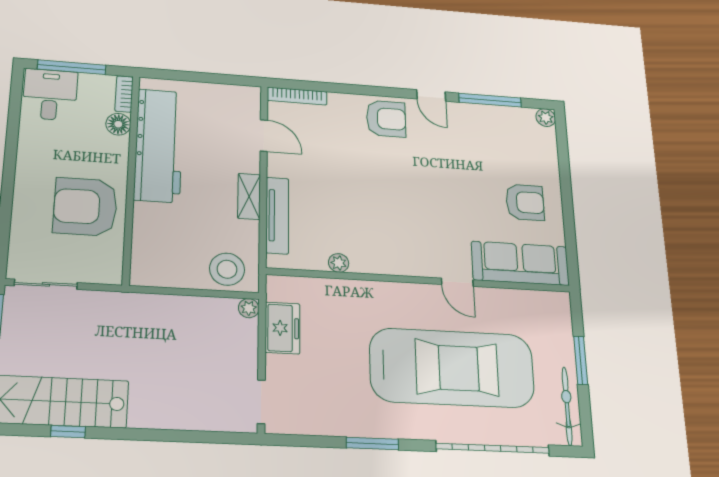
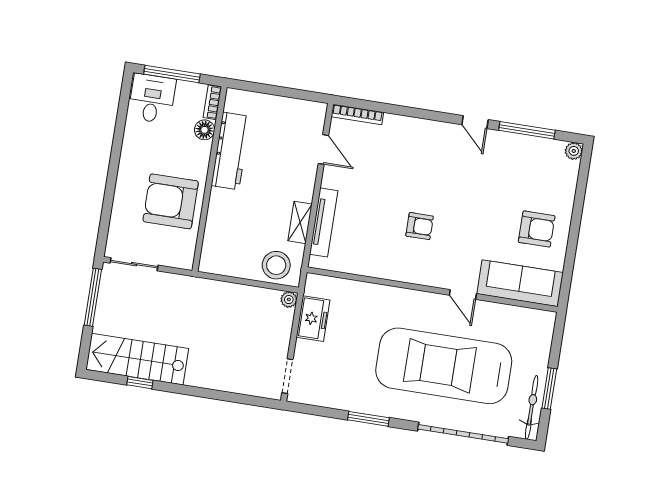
armchair: (386, 119) -> (420, 226), moved, width x0.72, depth x0.72
workbench: (159, 145) -> (231, 151), width x0.73, depth x0.76
shelving: (249, 196) -> (300, 222), moved
plant: (339, 263) -> (367, 268), removed
window: (581, 360) -> (549, 389), moved
car: (452, 368) -> (444, 366), turned 180

